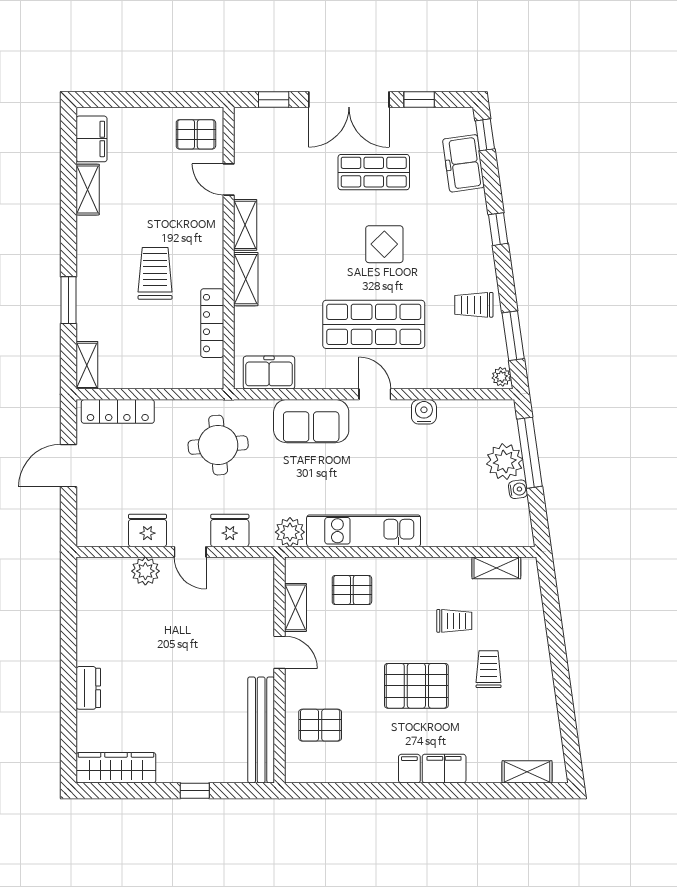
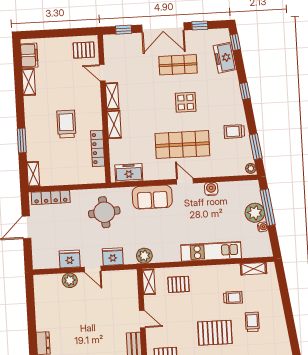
kitchen unit: (364, 531) -> (211, 251), moved
shelving: (295, 607) -> (149, 282), moved

